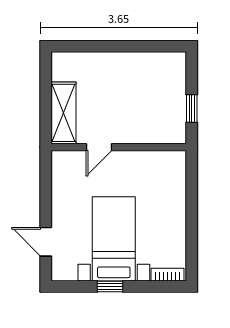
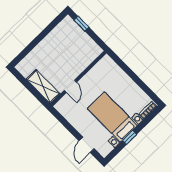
window: (192, 109) -> (81, 24), moved
door: (46, 242) -> (87, 145), hinge flipped

